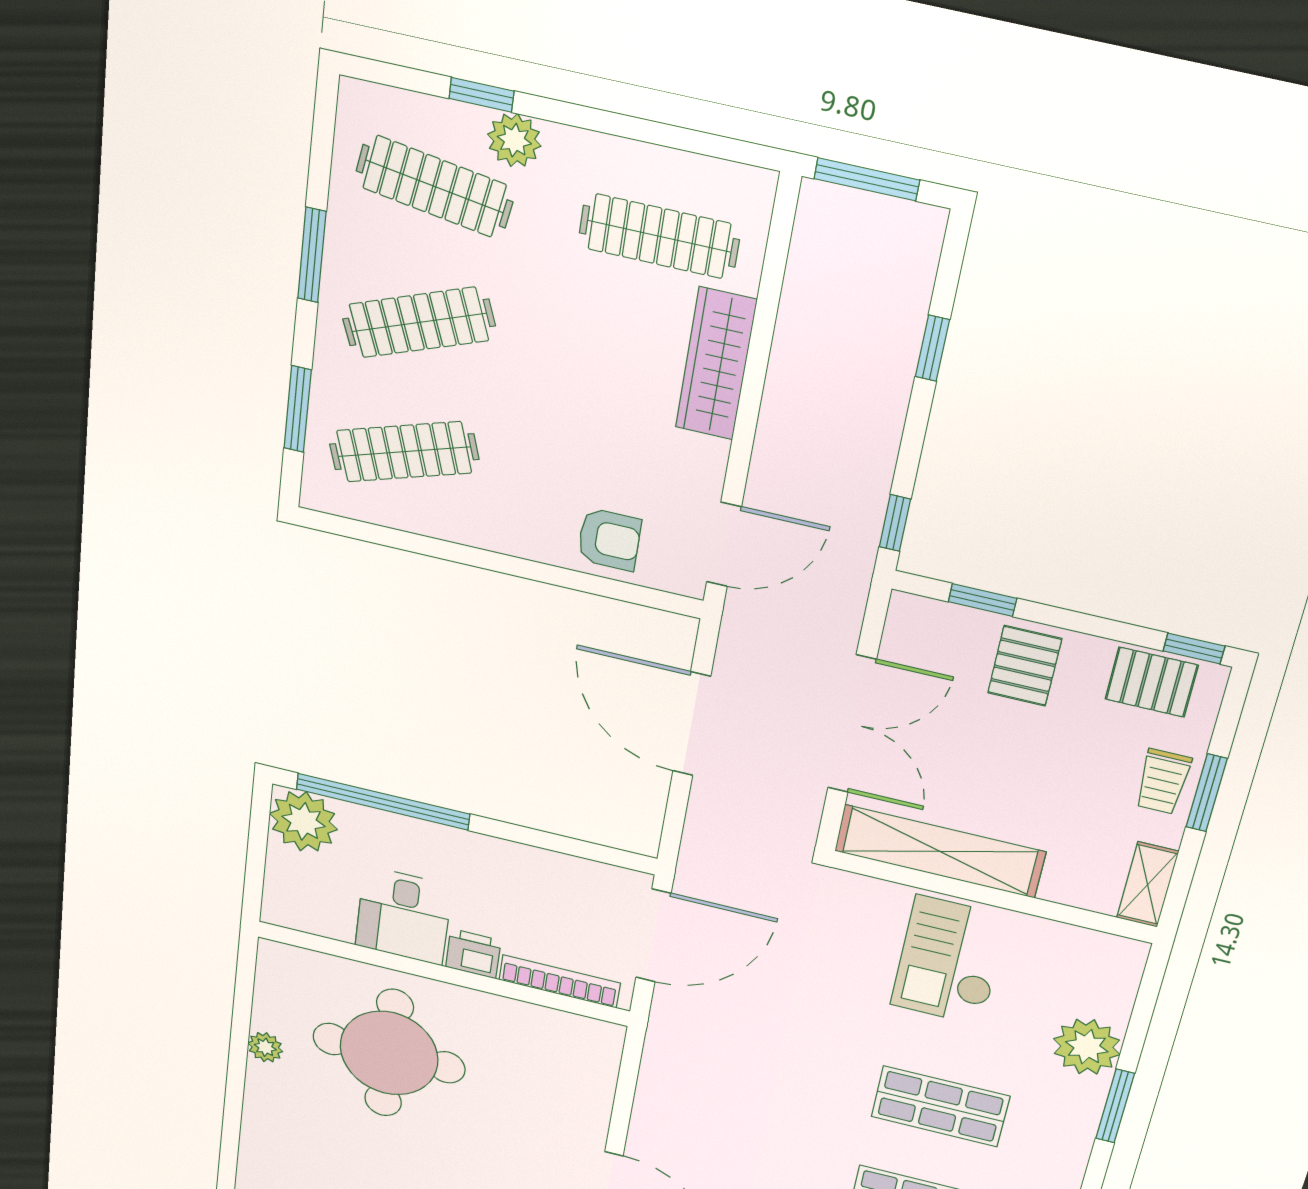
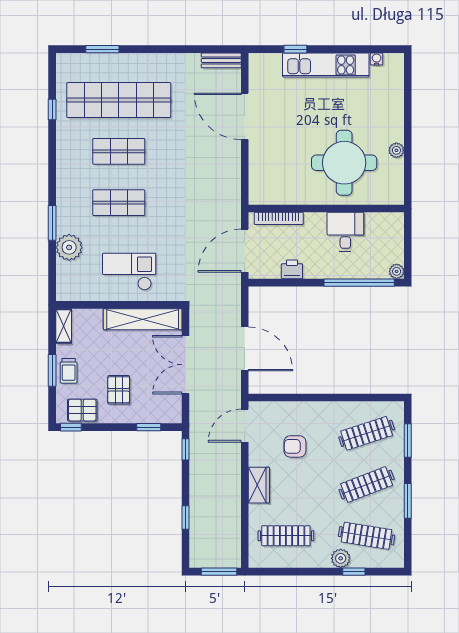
wardrobe: (716, 364) -> (259, 485), width x0.67
armchair: (609, 539) -> (295, 446), moved
pallet: (1025, 666) -> (119, 390), moved
trolley: (1163, 782) -> (69, 371), turned 180
plant: (303, 821) -> (397, 271), width x0.53, depth x0.53
printer: (473, 954) -> (292, 269), moved, turned 180
checkout: (949, 961) -> (129, 272), turned -90

